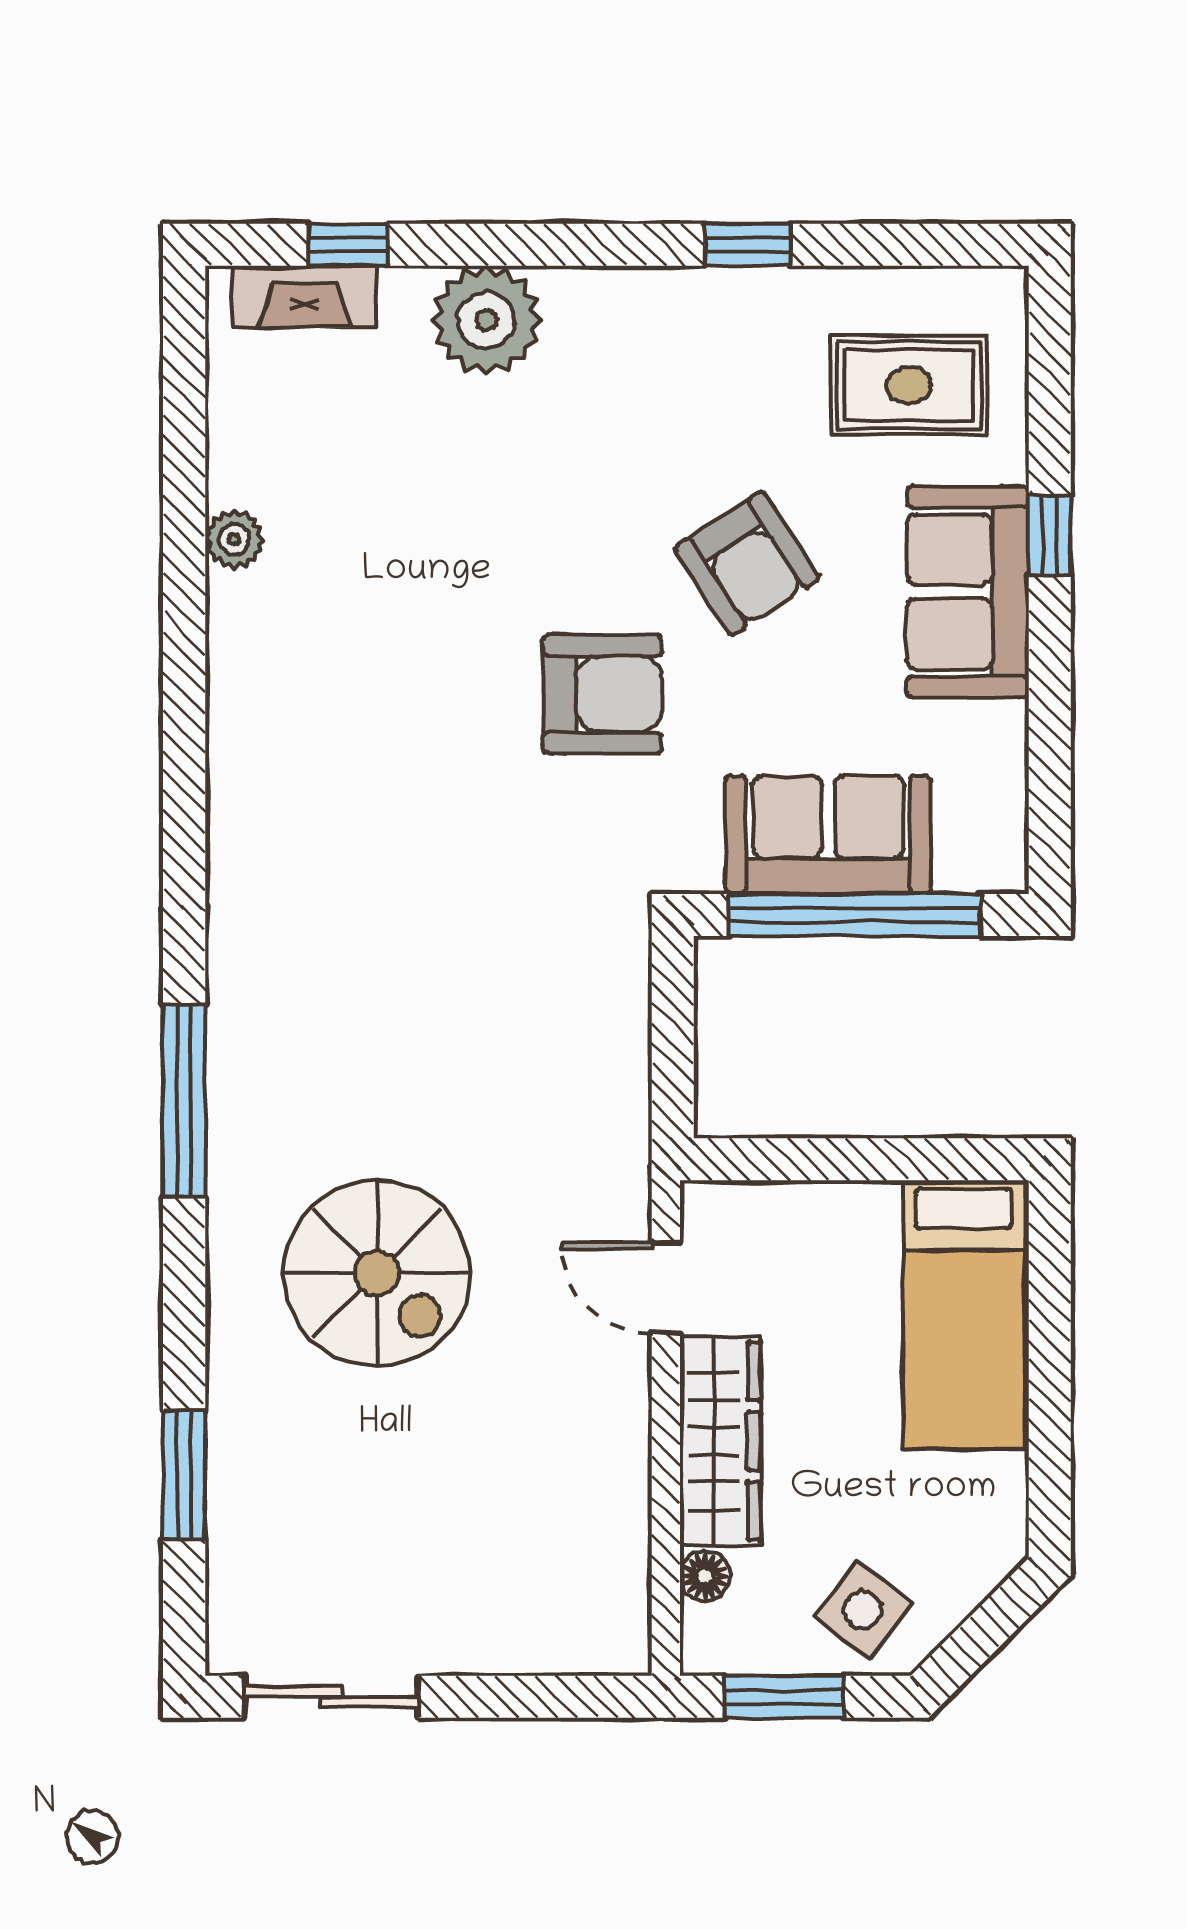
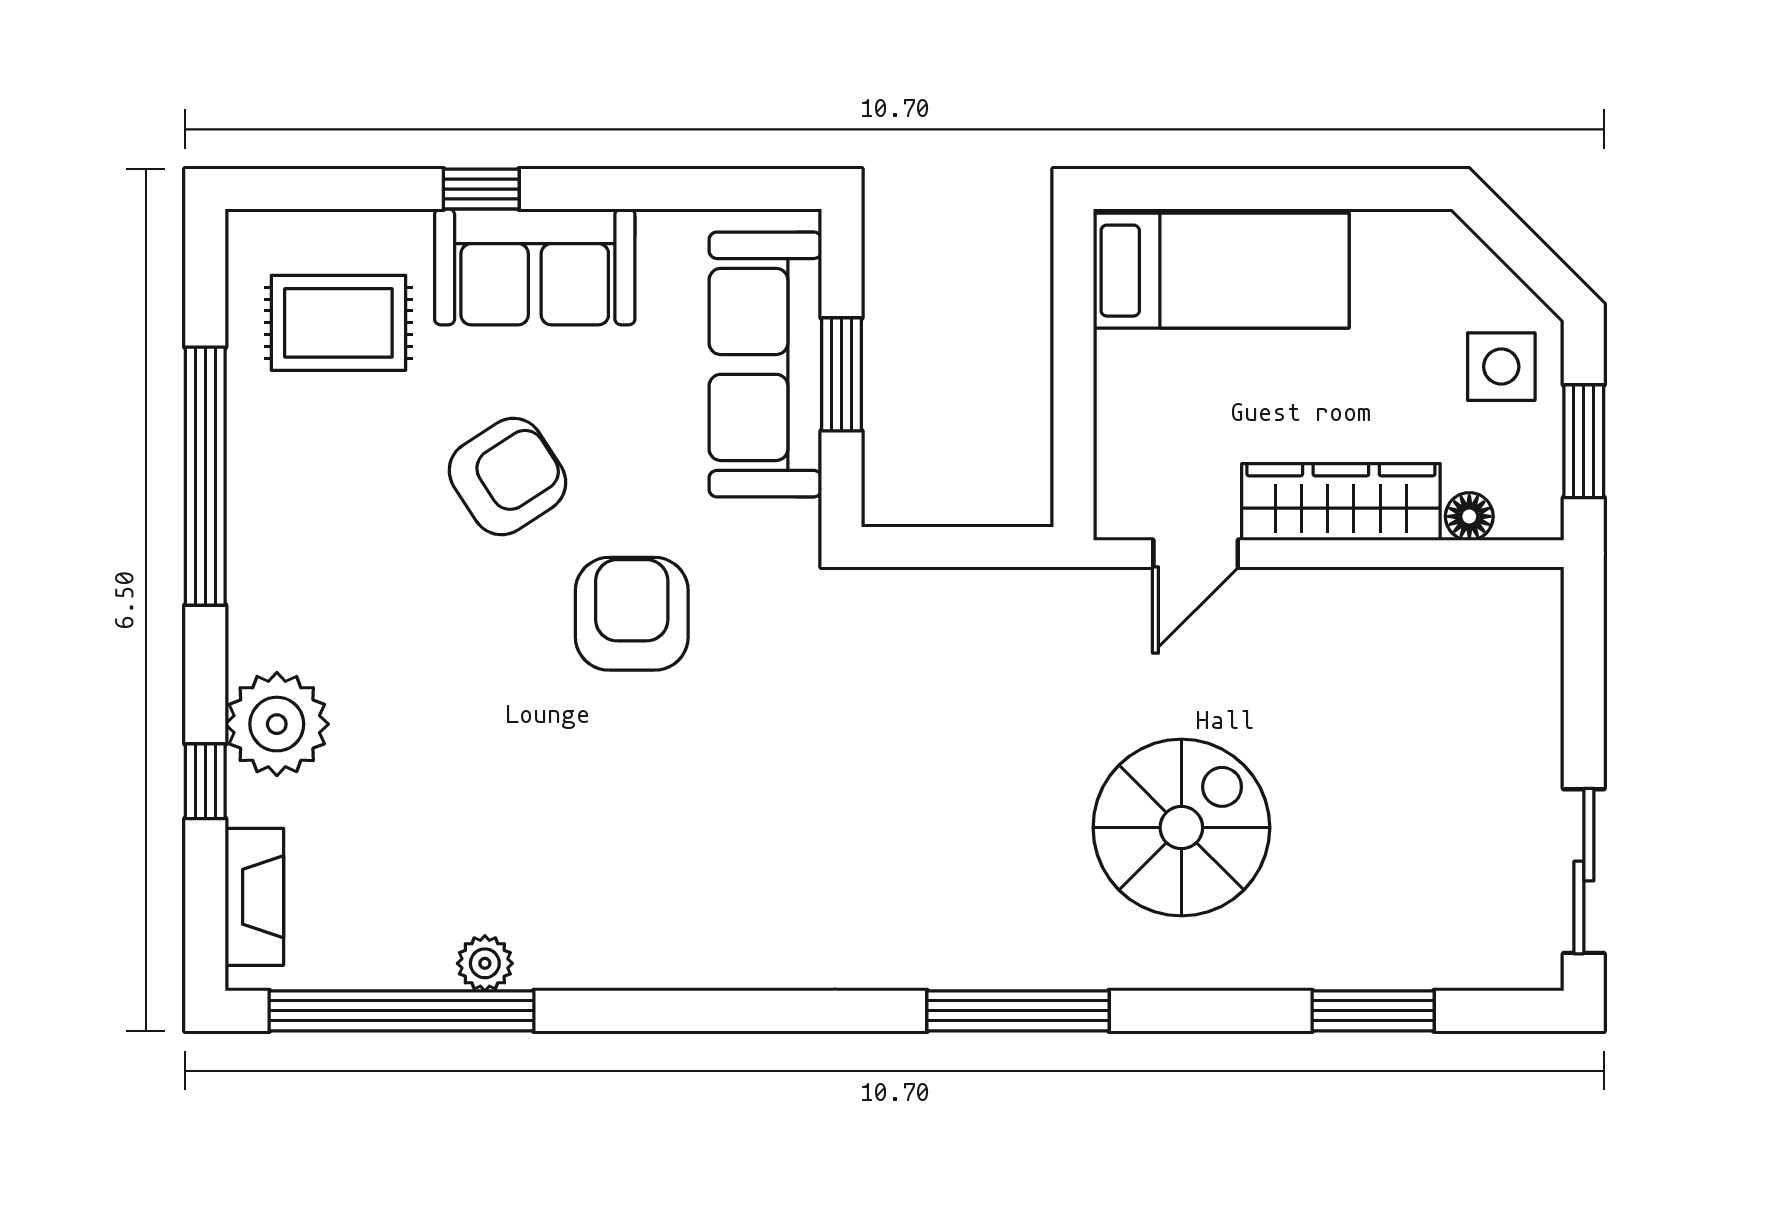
window: (348, 245) -> (205, 781), moved
window: (747, 245) -> (205, 476), width x3.17
rug: (909, 385) -> (338, 323), turned 90
window: (184, 452) -> (402, 1011), added
sofa: (828, 835) -> (765, 364), width x1.36
window: (854, 915) -> (841, 374), width x0.47
side table: (863, 1610) -> (1501, 367), turned -37

